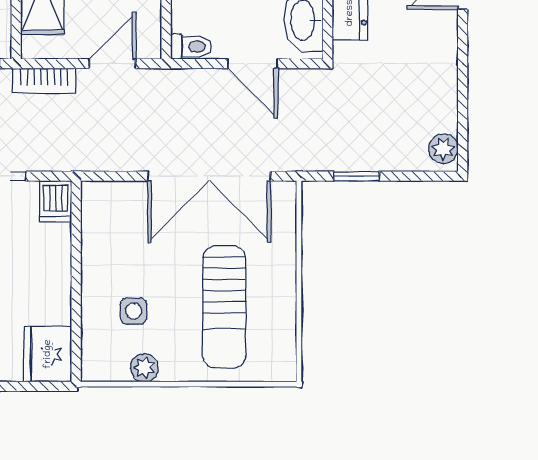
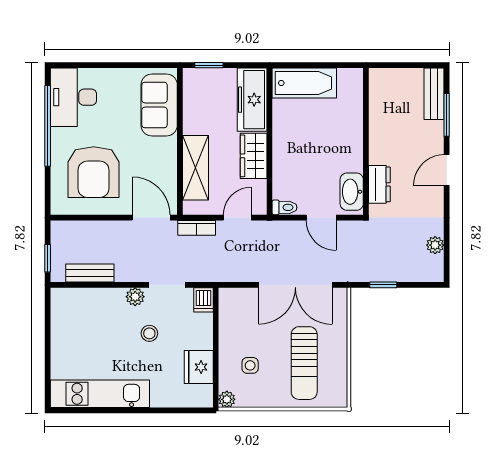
plant: (443, 149) -> (435, 245), moved
fridge: (48, 354) -> (199, 367), moved
plant: (144, 368) -> (227, 399), moved

